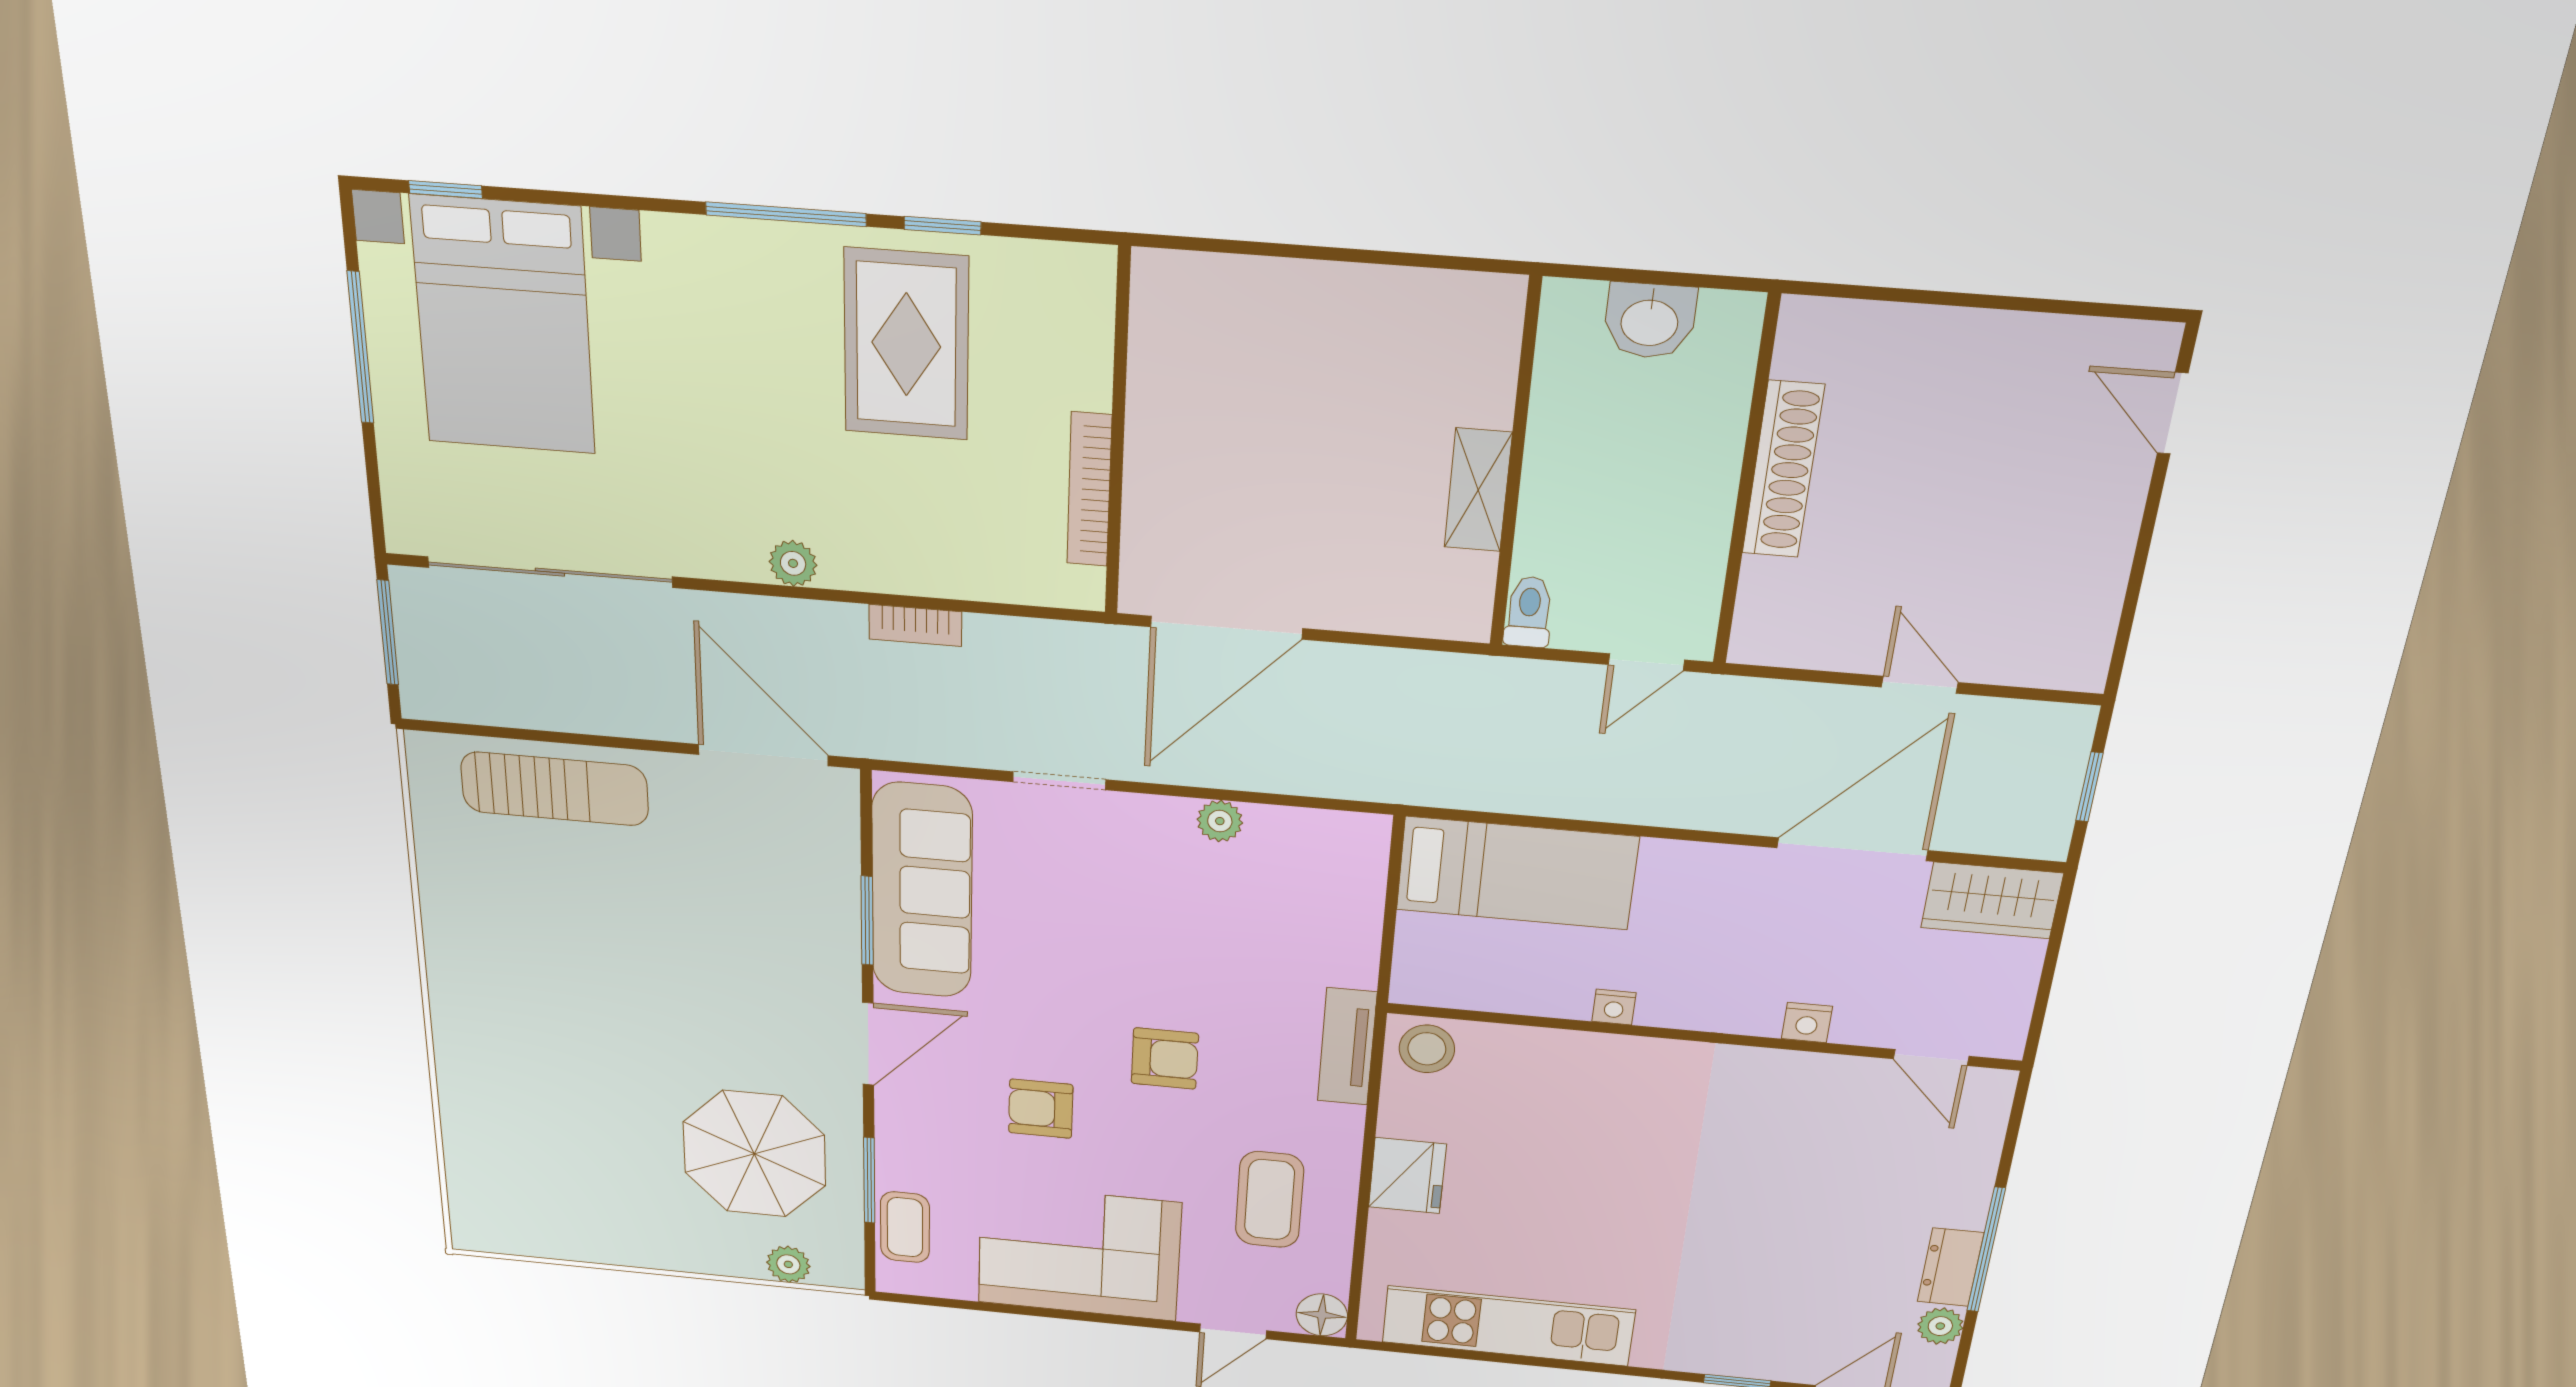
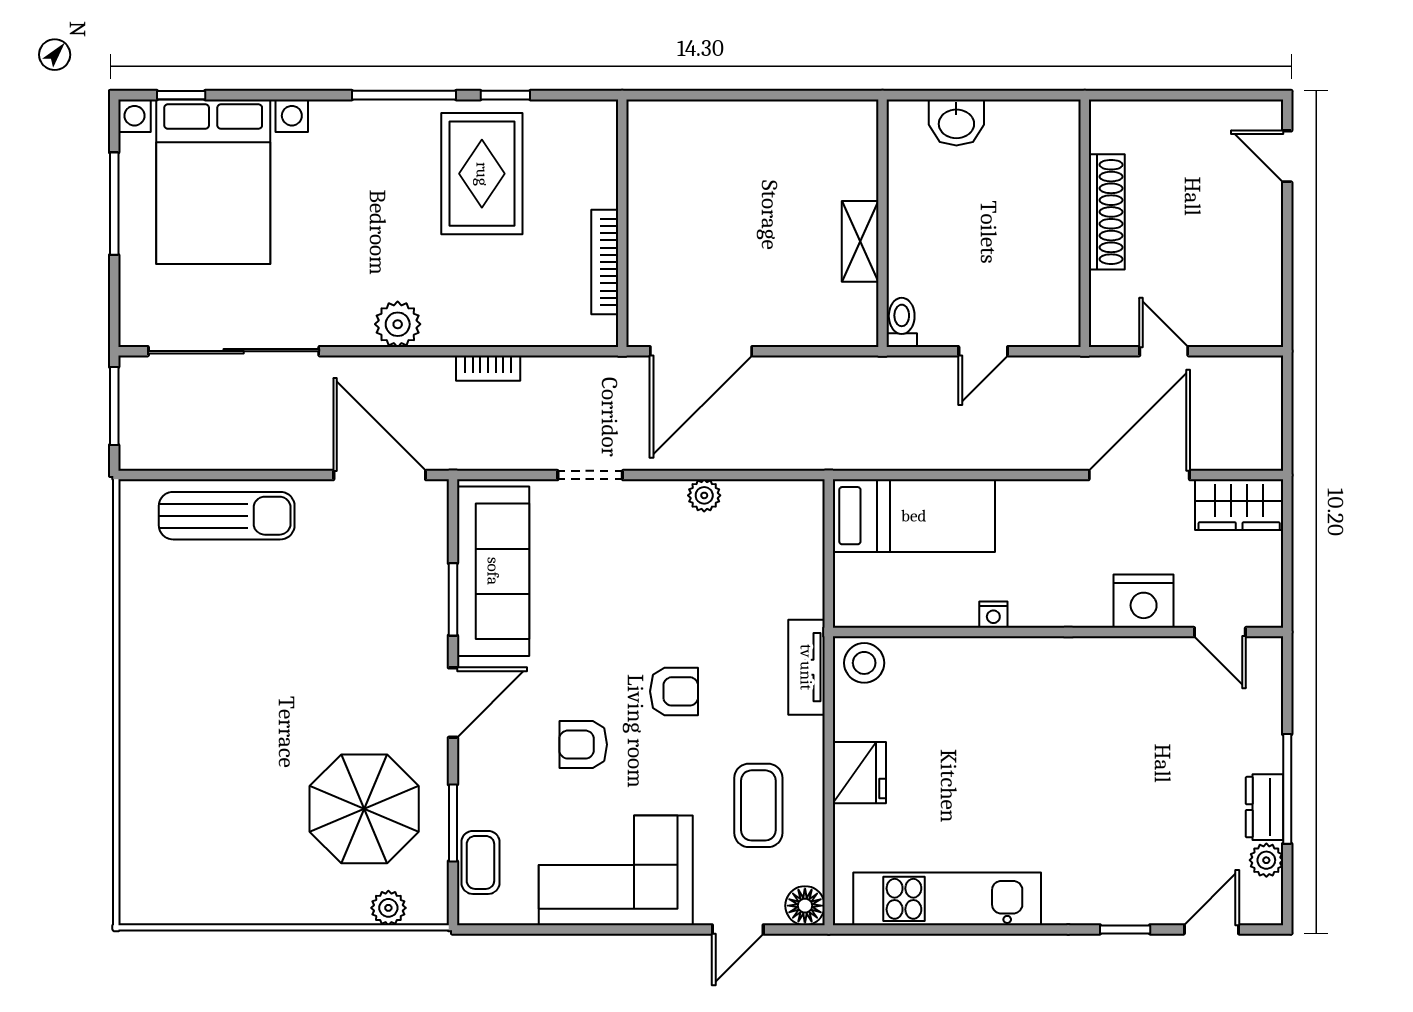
shoe rack: (1783, 470) -> (1107, 212), moved
wall: (1746, 484) -> (1085, 223), moved
plant: (793, 563) -> (398, 324), width x1.38, depth x1.38
window: (2089, 787) -> (1287, 414), removed
nightstand: (1807, 1023) -> (1144, 601), width x1.89, depth x1.79

